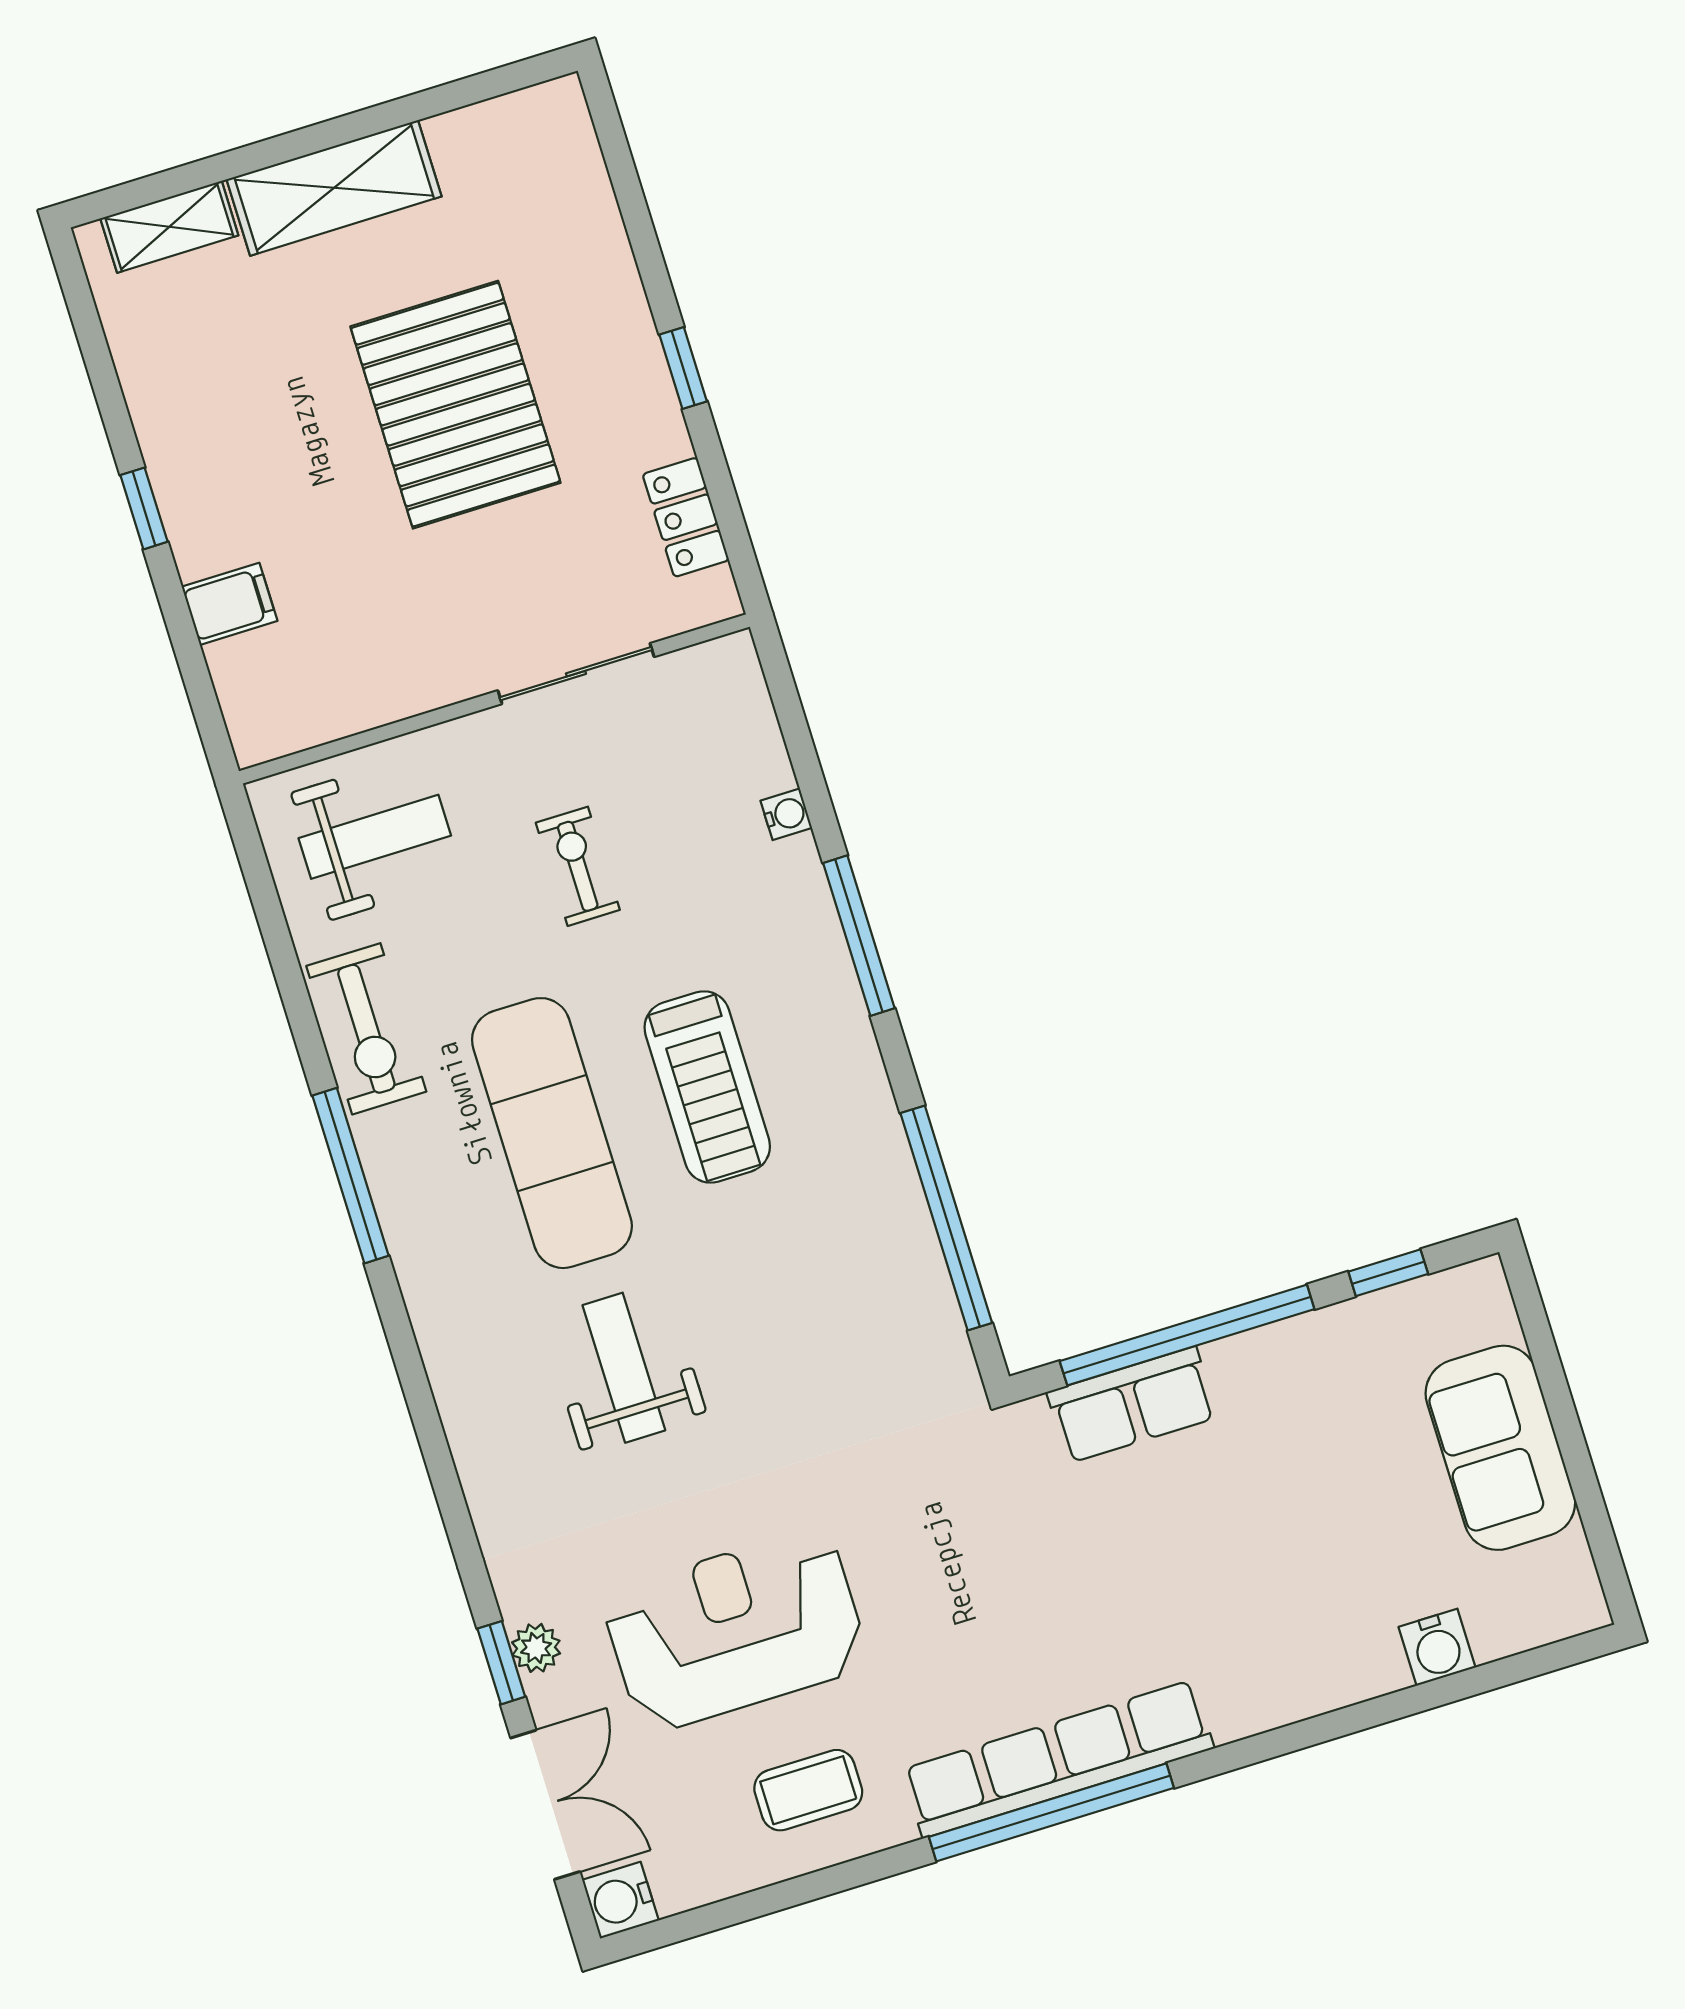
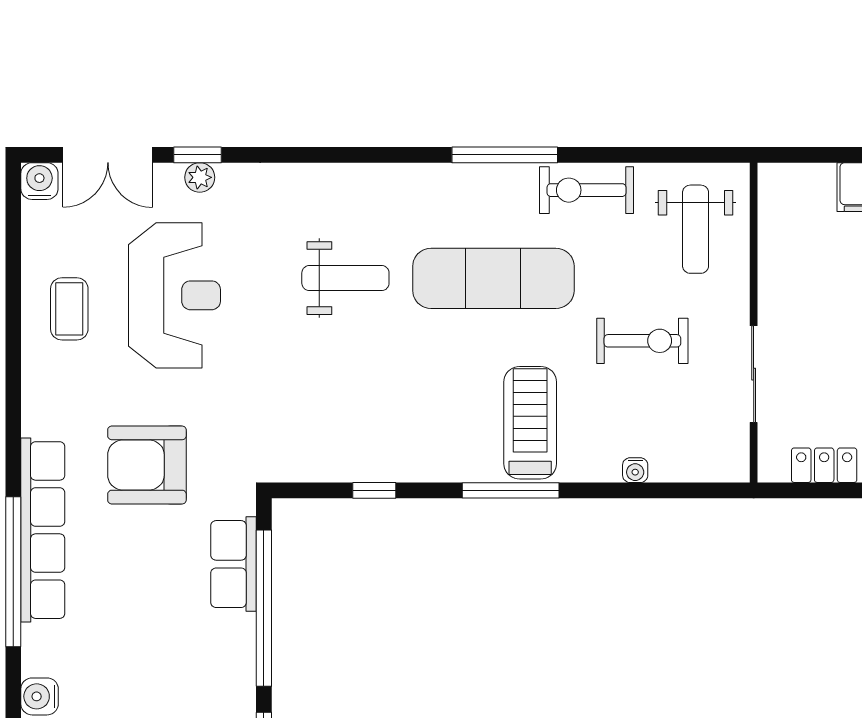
exercise bike: (578, 866) -> (642, 341), width x1.38, depth x1.39
window: (859, 936) -> (511, 490), moved
treadmill: (707, 1087) -> (530, 423), moved, turned 90
window: (946, 1218) -> (374, 490), width x0.32
armchair: (1018, 1591) -> (147, 465), added
row of seats: (1058, 1759) -> (43, 530), moved
window: (1051, 1812) -> (13, 572), moved

